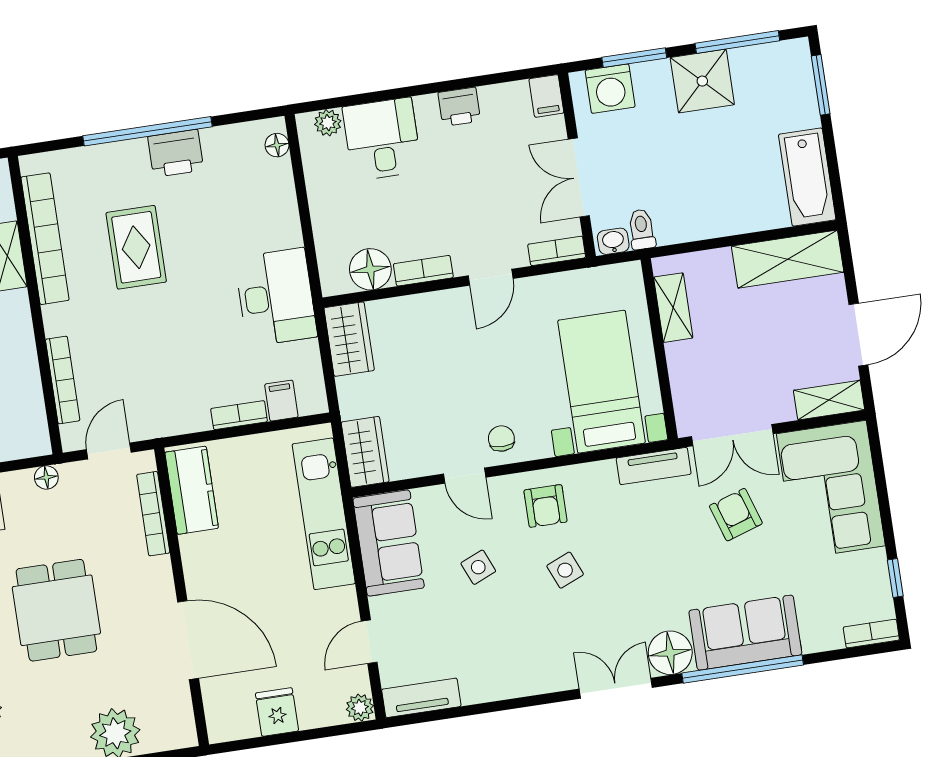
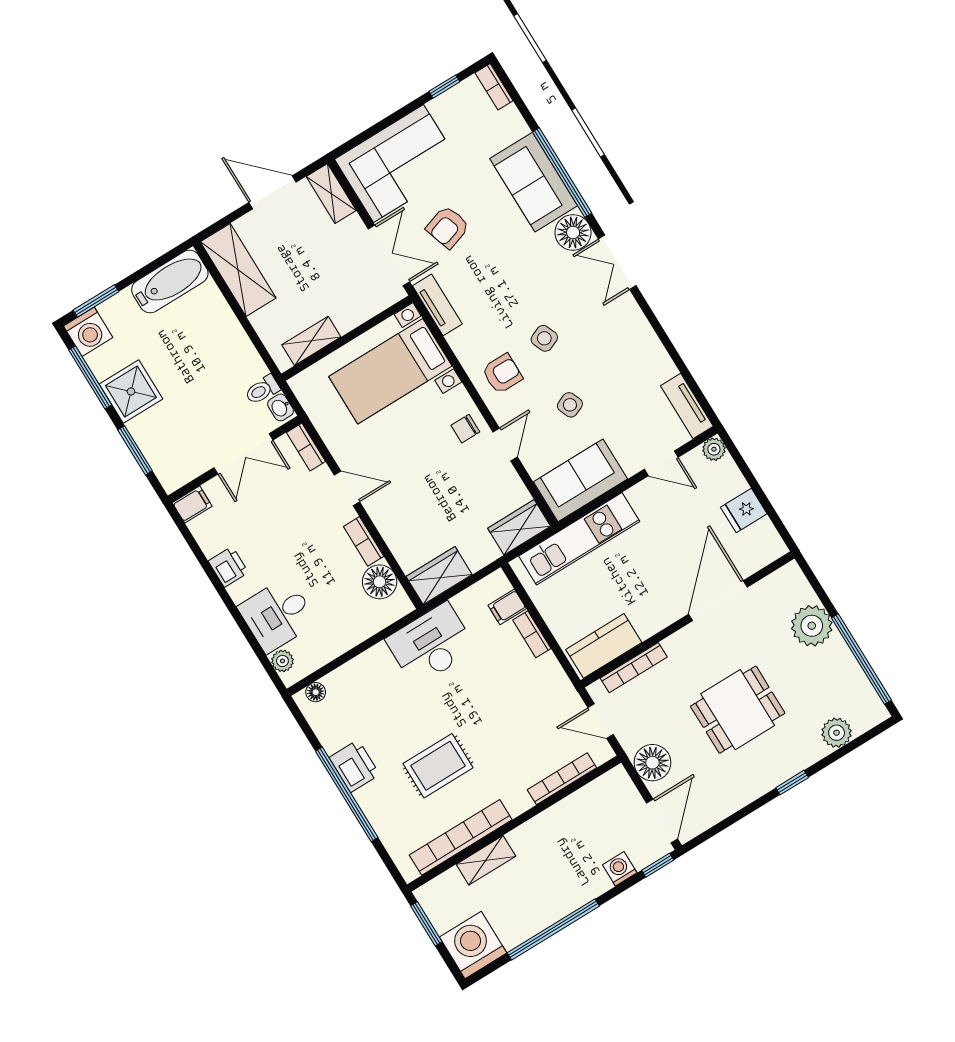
washing machine: (610, 89) -> (88, 332), moved, turned 90
floor lamp: (46, 477) -> (652, 763), width x1.89, depth x1.89

